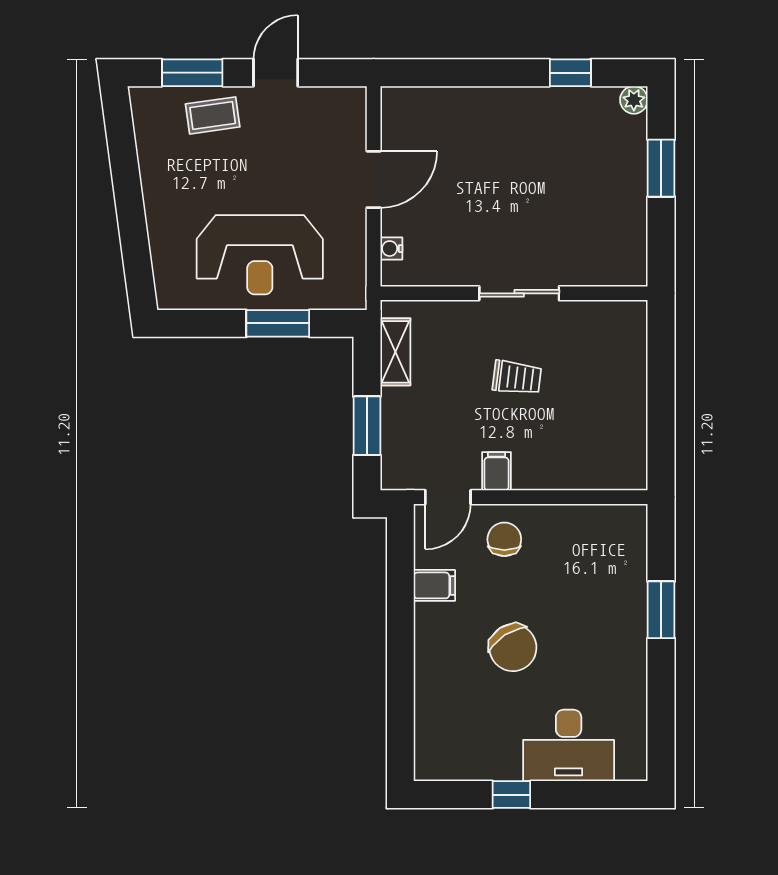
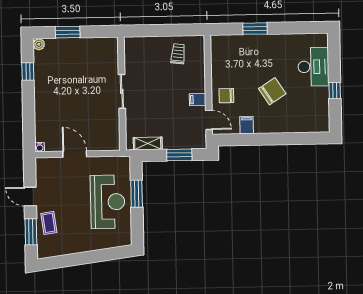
water cooler: (391, 249) -> (40, 147), moved
trolley: (517, 378) -> (178, 54), moved

